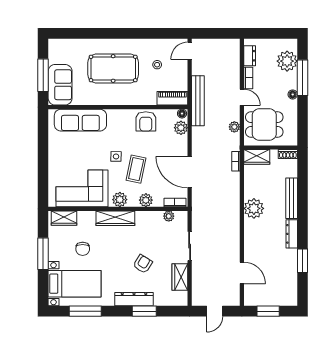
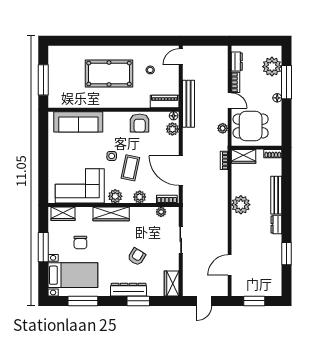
sofa: (60, 85) -> (59, 89), removed
dresser: (292, 234) -> (276, 224), width x0.70
door: (242, 273) -> (230, 265), swing flipped
wardrobe: (180, 277) -> (172, 284), moved

